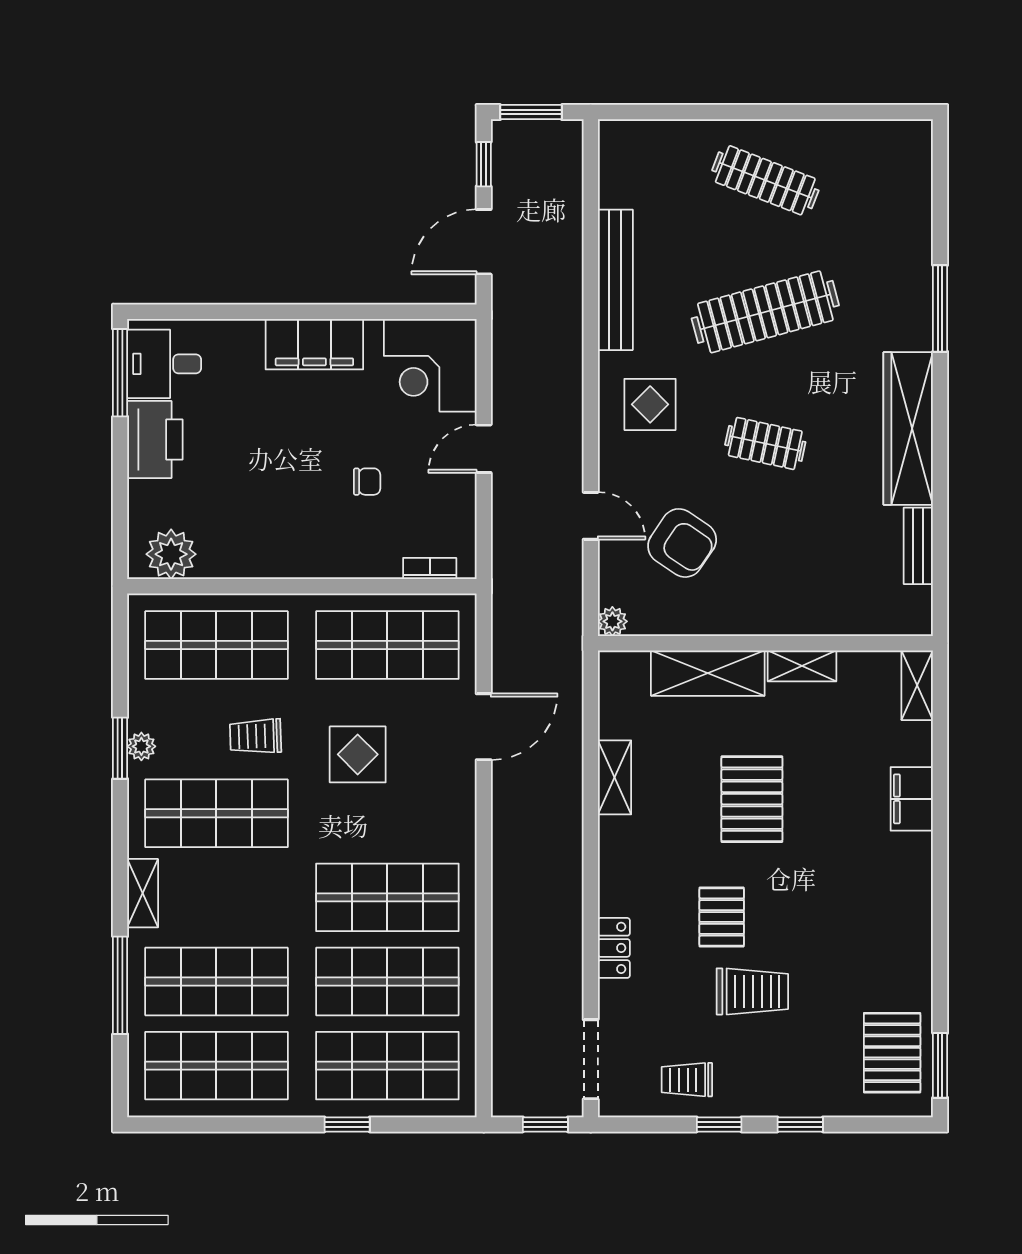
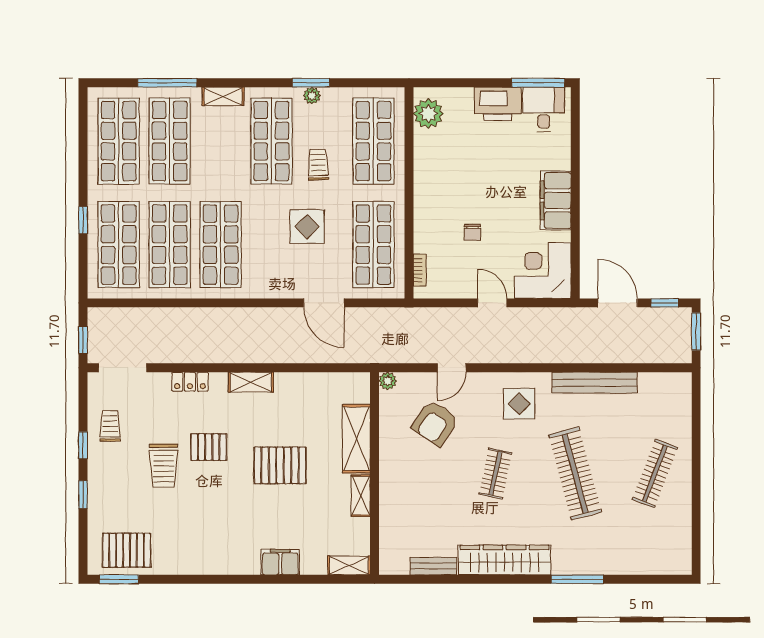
shelving: (614, 777) -> (251, 382), moved

